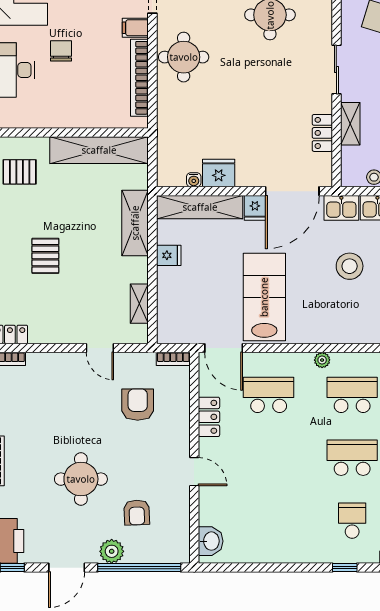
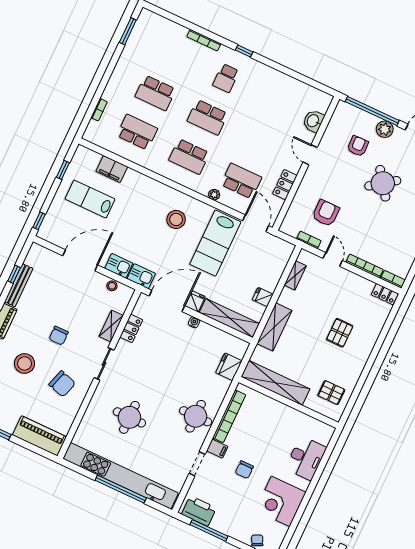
chair: (61, 51) -> (244, 470), moved
fridge: (219, 173) -> (229, 367), moved, turned 90
water cooler: (194, 180) -> (194, 322), moved
stool: (350, 266) -> (176, 219), moved
bookcase: (54, 359) -> (365, 266), added
bookcase: (173, 359) -> (309, 240), moved
plant: (322, 360) -> (214, 195), moved
school desk: (269, 395) -> (241, 181), turned 180
armchair: (138, 405) -> (326, 213), turned 180
round table: (81, 479) -> (383, 183), turned -36
washbasin: (211, 541) -> (313, 121), moved

